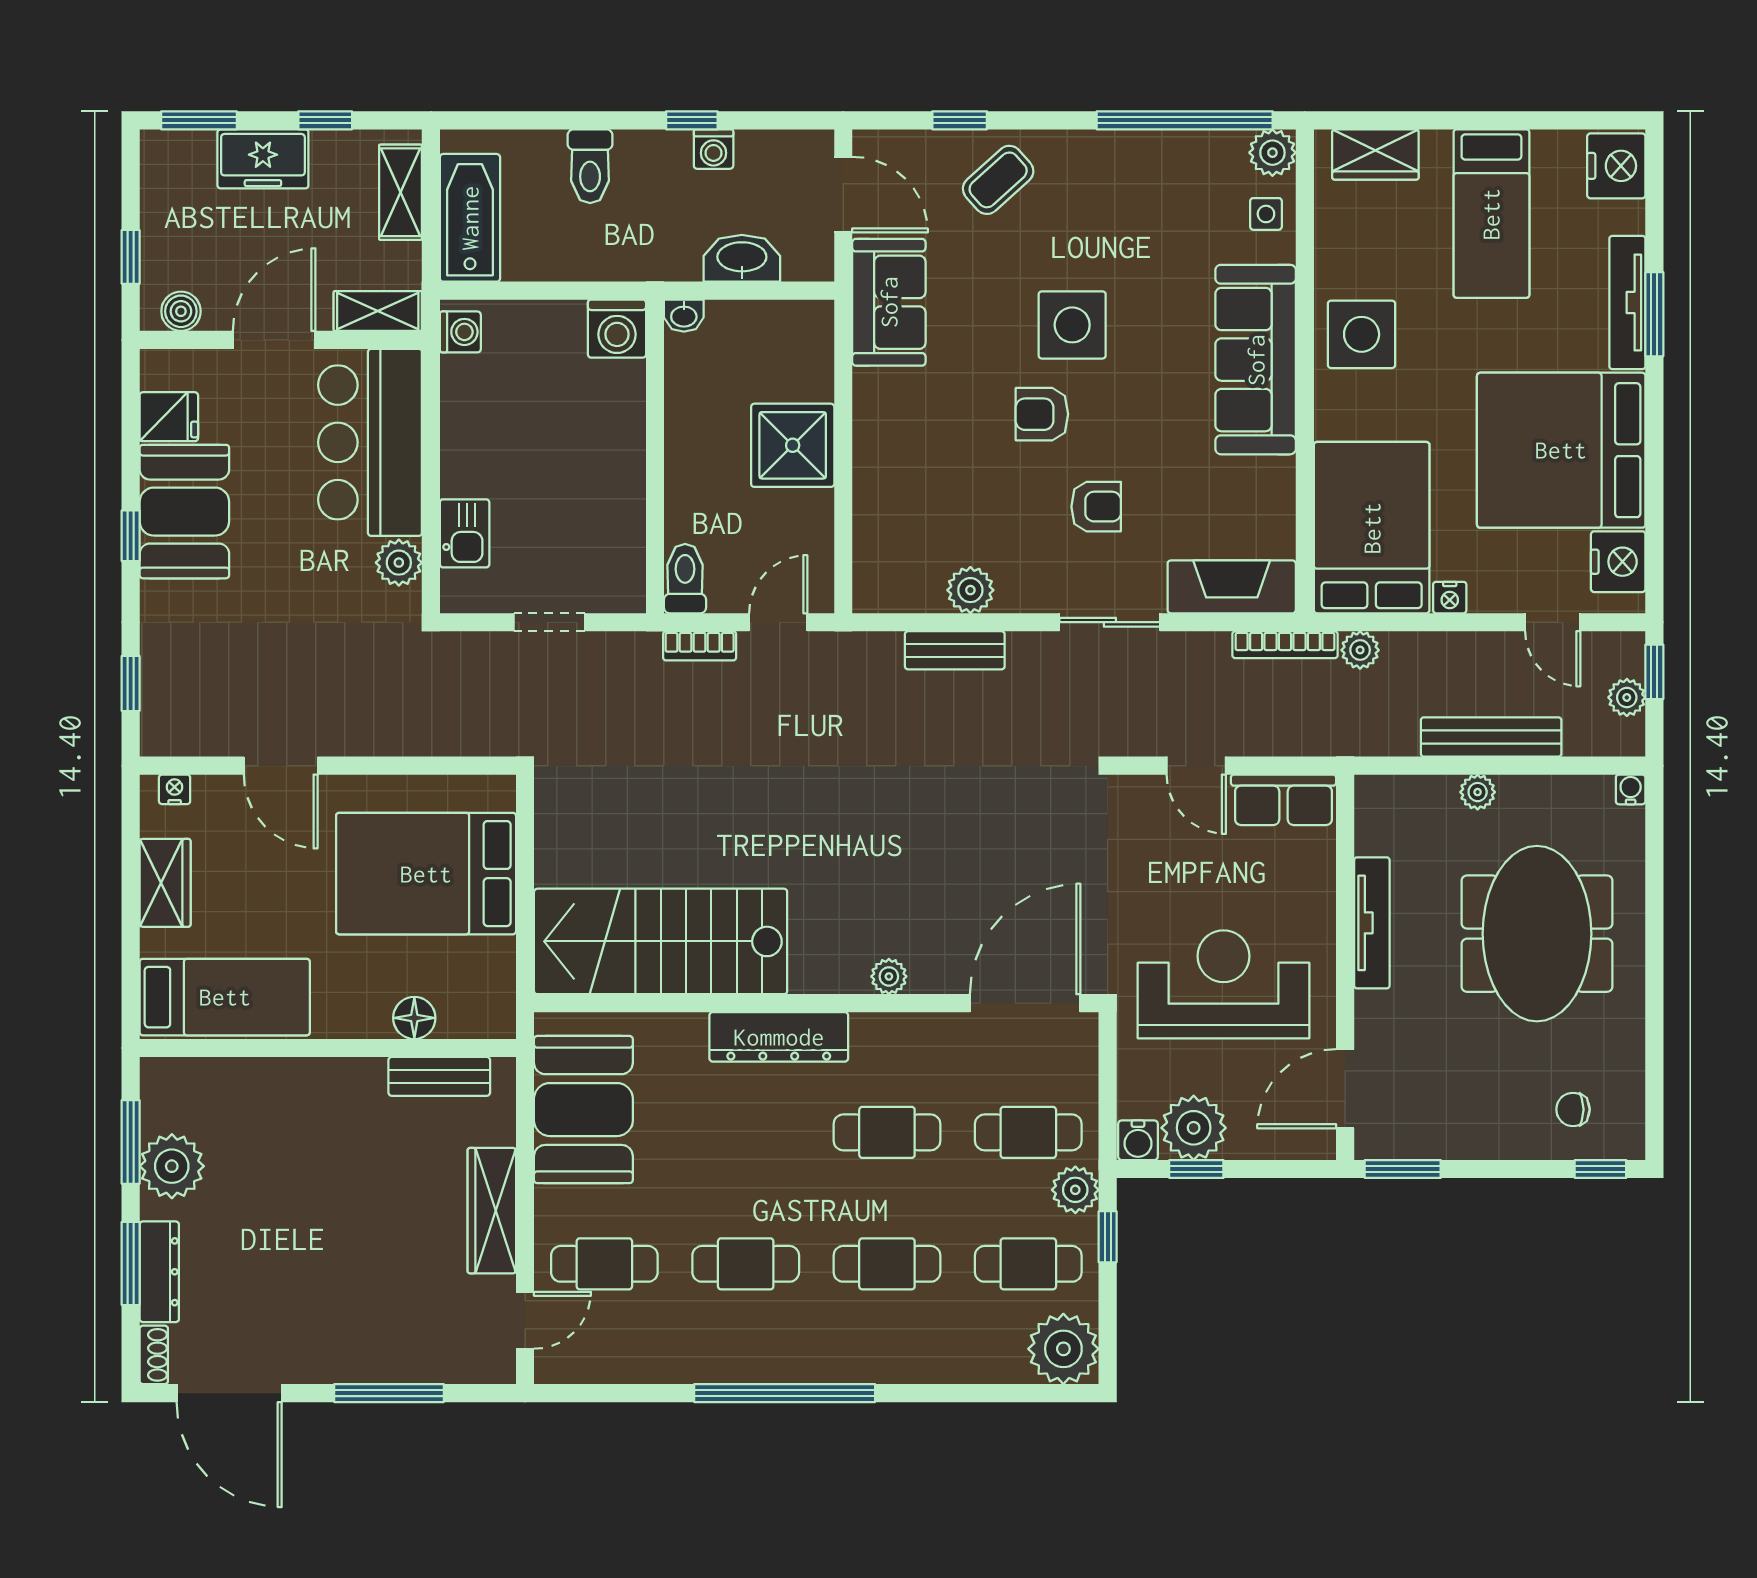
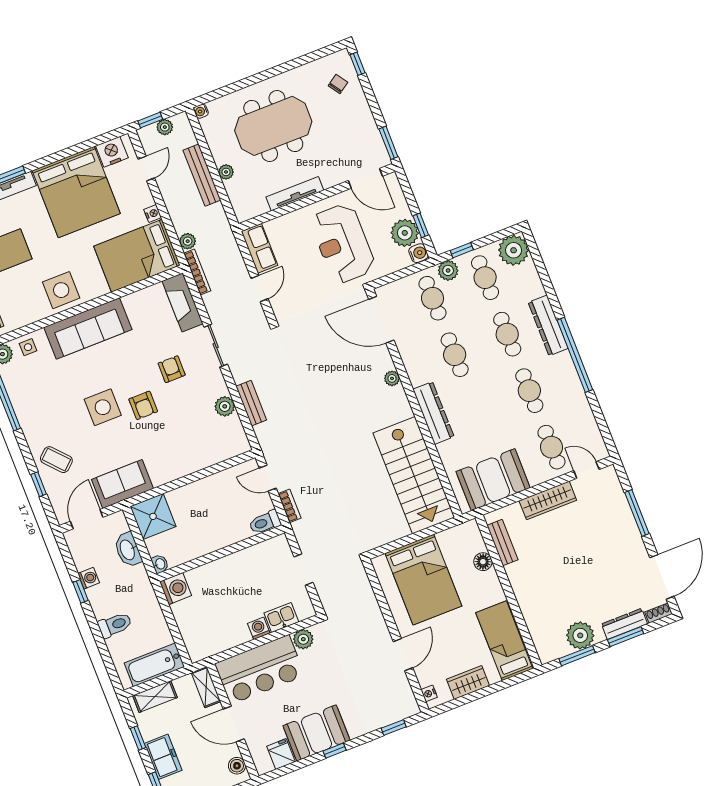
washing machine: (460, 332) -> (259, 628), moved
shower: (793, 445) -> (153, 516), moved
chair: (1573, 1109) -> (338, 84), turned -124
dresser: (871, 1360) -> (548, 325), added

